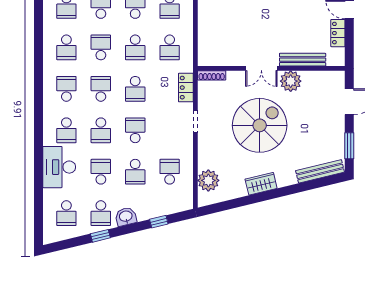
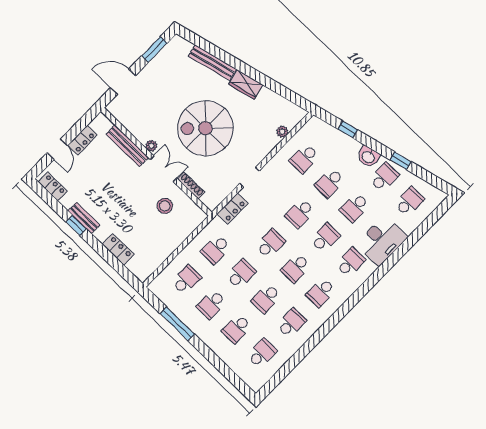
stool: (235, 43) -> (165, 206), added
school desk: (170, 47) -> (216, 249), turned 180
shoe rack: (212, 75) -> (191, 186), moved
plant: (291, 81) -> (151, 146), width x0.53, depth x0.53
bench: (320, 171) -> (212, 63), moved
school desk: (135, 172) -> (329, 183), turned 180
plant: (208, 180) -> (282, 132), width x0.53, depth x0.53

